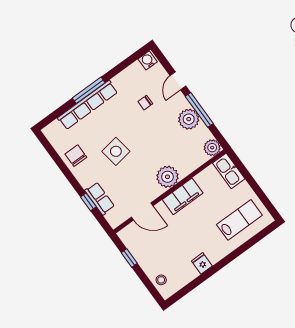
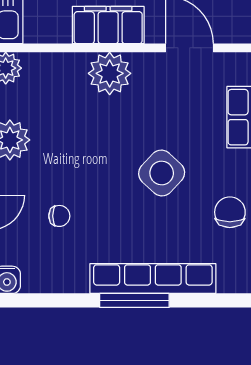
side table: (116, 151) -> (162, 173), turned -38
chair: (76, 156) -> (230, 212), turned 180

